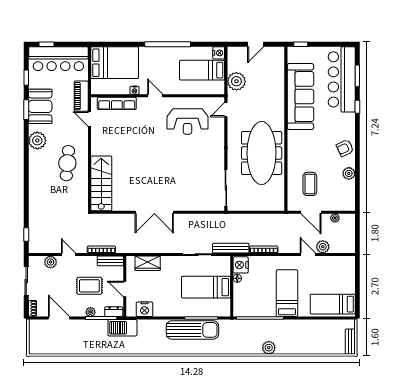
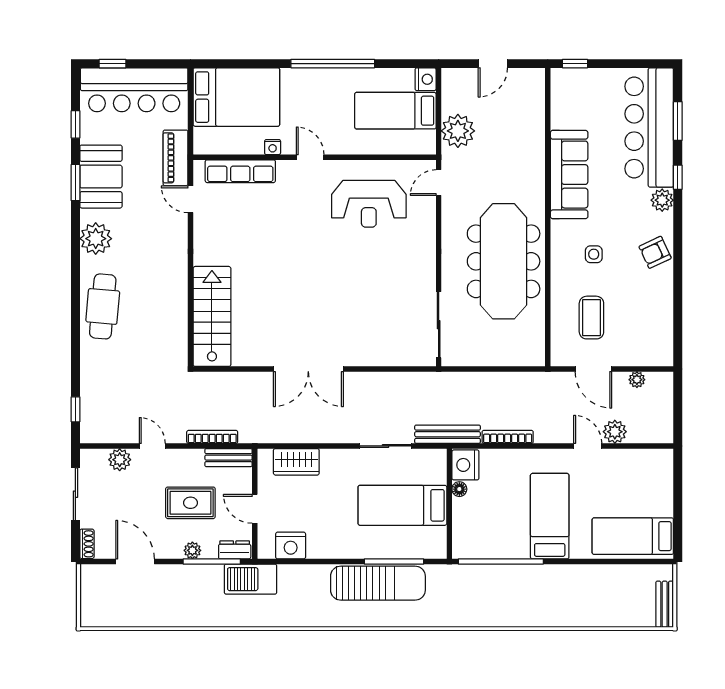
sofa: (300, 97) -> (569, 175), width x0.74, depth x0.79
side table: (311, 149) -> (594, 254), added
cafe table: (67, 163) -> (103, 306), moved
plant: (349, 173) -> (662, 200), moved
plant: (269, 348) -> (517, 615), removed

